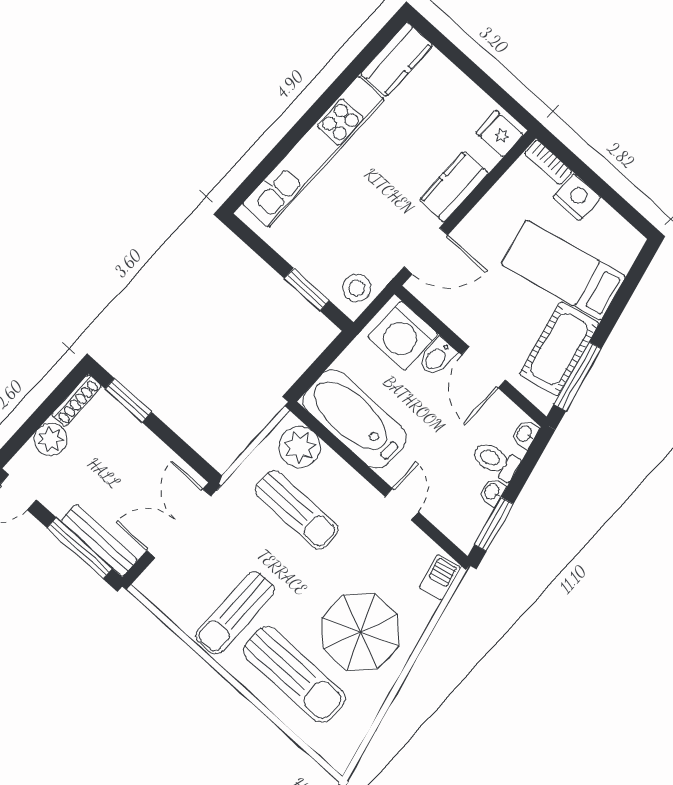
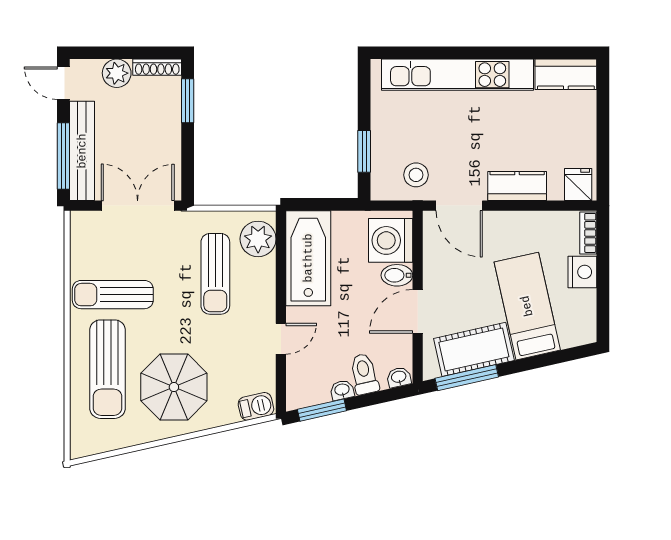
stool: (357, 288) -> (416, 175), moved
bench: (99, 541) -> (82, 151), width x1.37, depth x1.21

